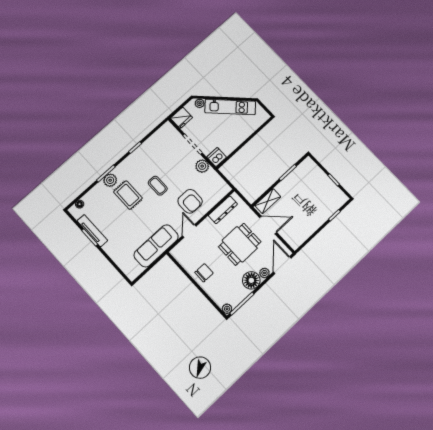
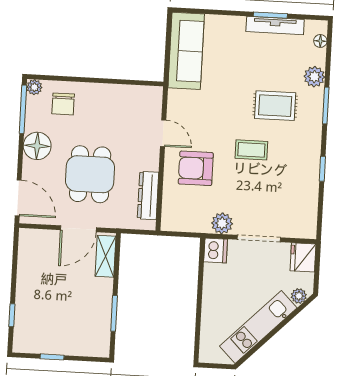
plant: (110, 180) -> (314, 77), moved
sofa: (156, 246) -> (186, 51), moved
chair: (204, 273) -> (63, 104), moved
plant: (264, 273) -> (30, 169), removed

